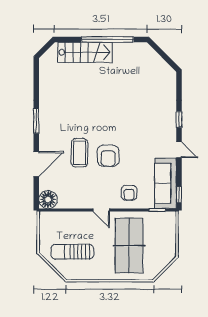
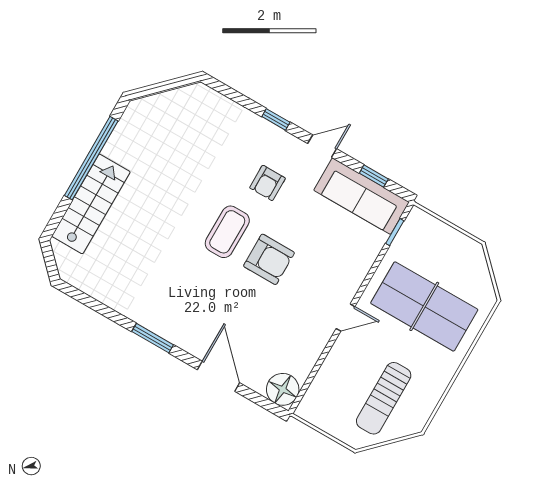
coffee table: (79, 153) -> (227, 232), moved, turned 90
armchair: (129, 193) -> (267, 183), moved, turned 90
window: (179, 195) -> (374, 176), moved

